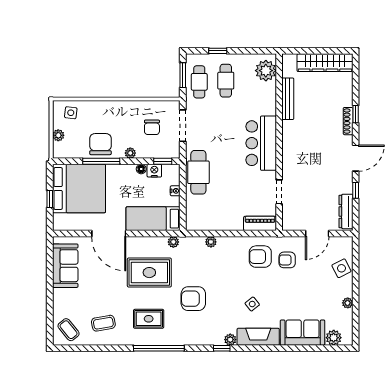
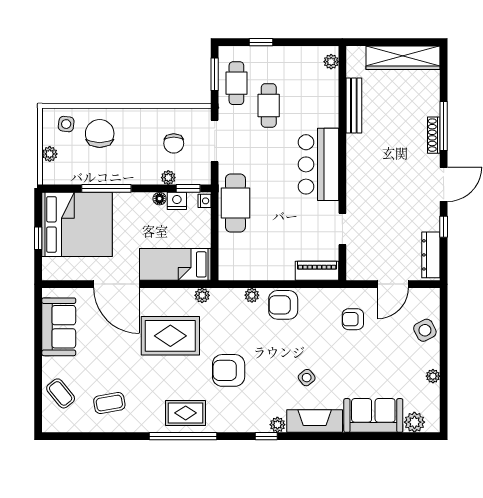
plant: (266, 71) -> (331, 62), width x0.53, depth x0.53
cafe table: (226, 81) -> (269, 105), moved
window: (356, 114) -> (444, 126), width x2.17
chair: (100, 144) -> (100, 134), moved
plant: (130, 153) -> (168, 178), moved
nightstand: (175, 191) -> (205, 201), moved
armchair: (260, 257) -> (283, 305), moved
rug: (149, 319) -> (186, 413), moved
coffee table: (69, 330) -> (61, 393), moved

